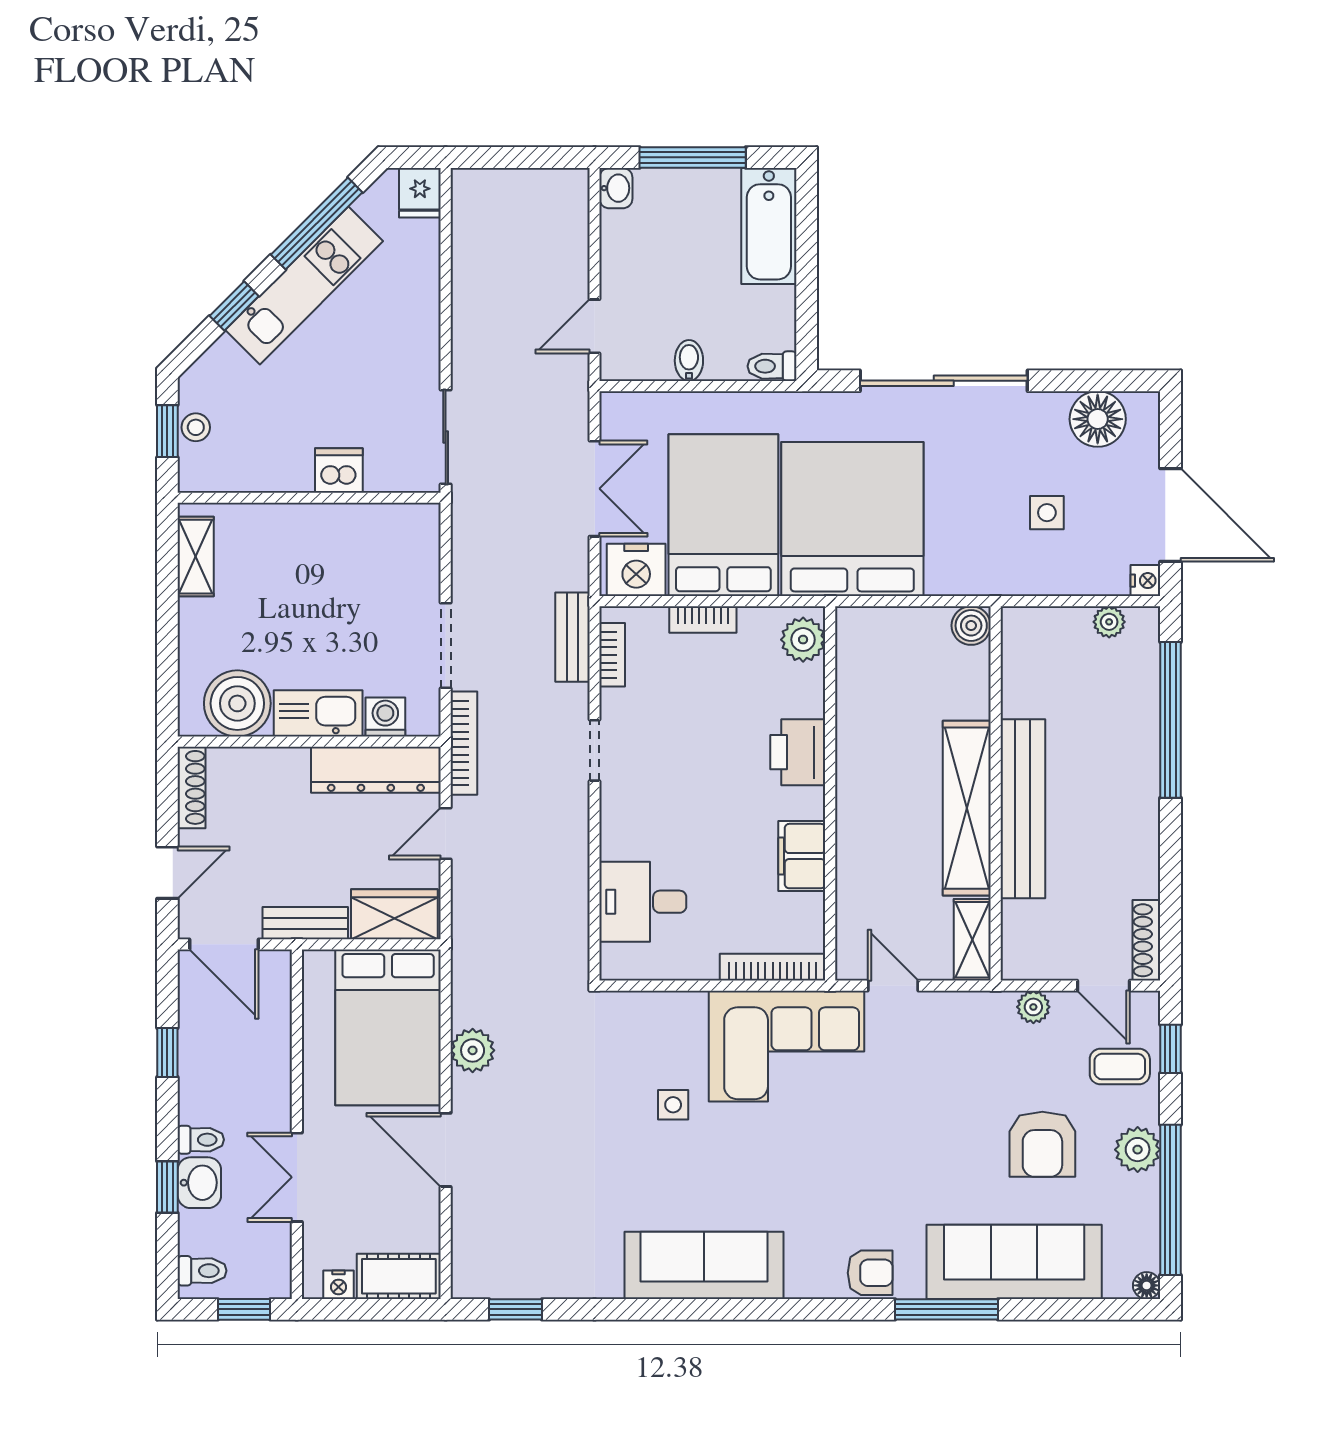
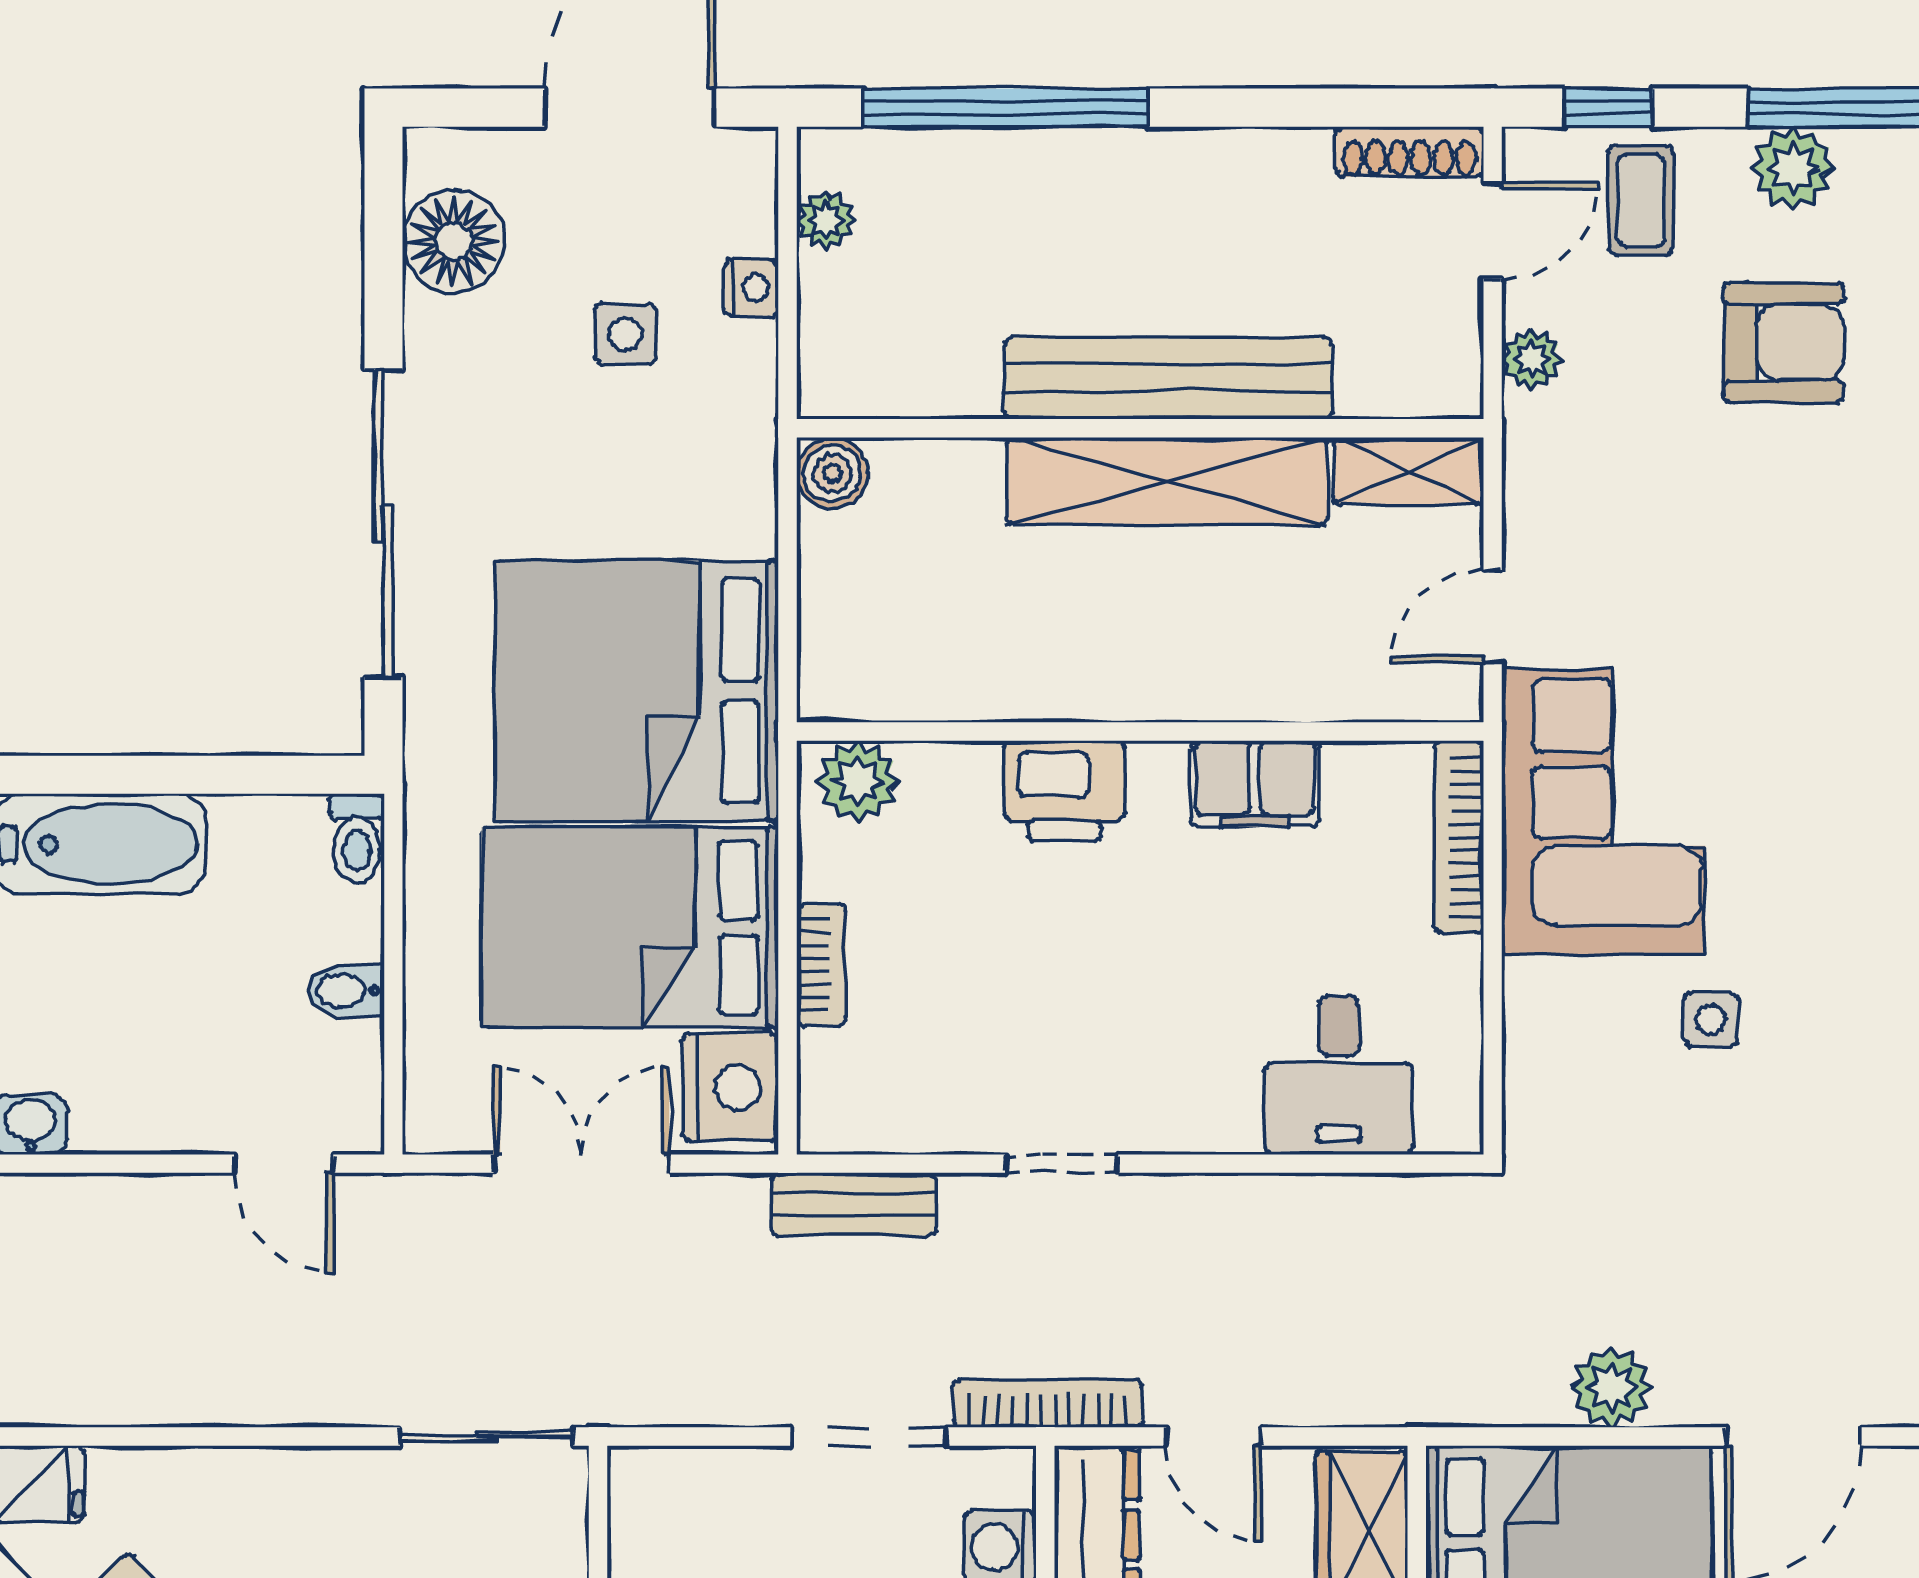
nightstand: (1145, 581) -> (751, 288), moved, turned 90
bookcase: (612, 655) -> (886, 1131), removed

